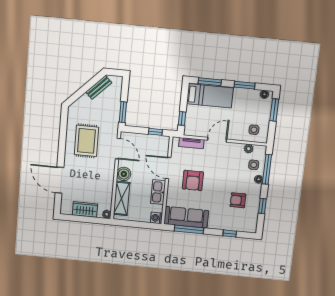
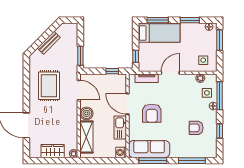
bench: (99, 87) -> (49, 43), moved
window: (230, 233) -> (192, 161), width x2.17

